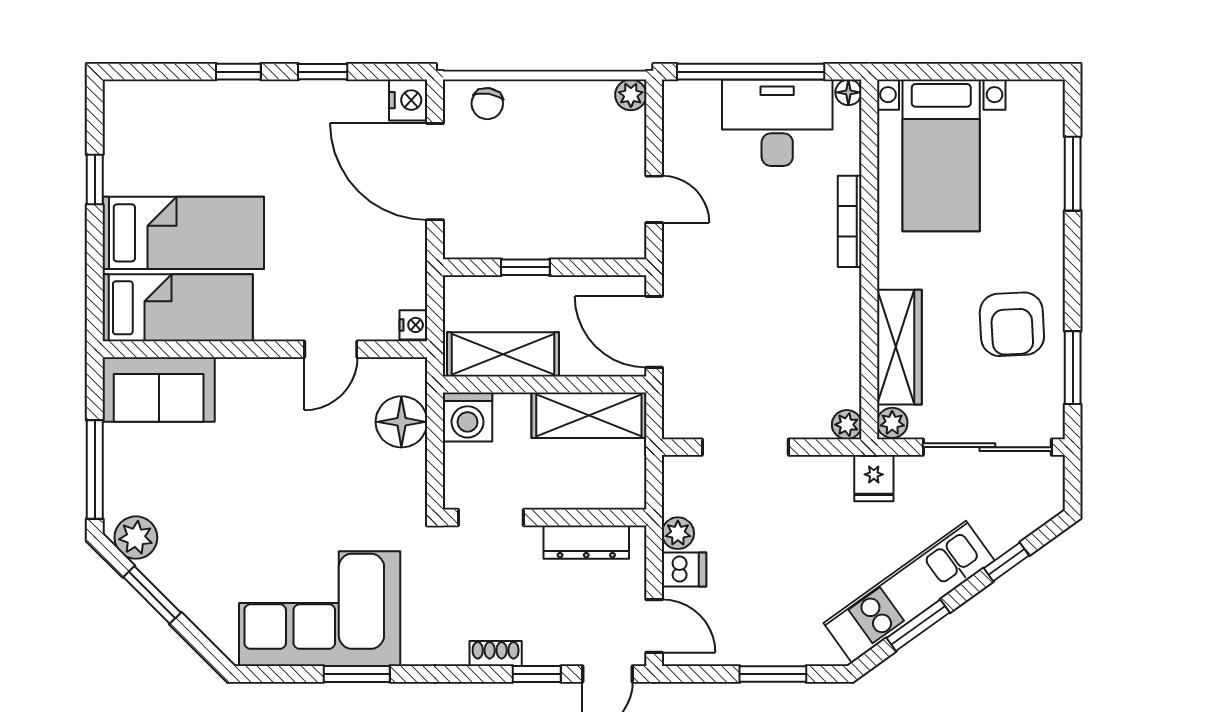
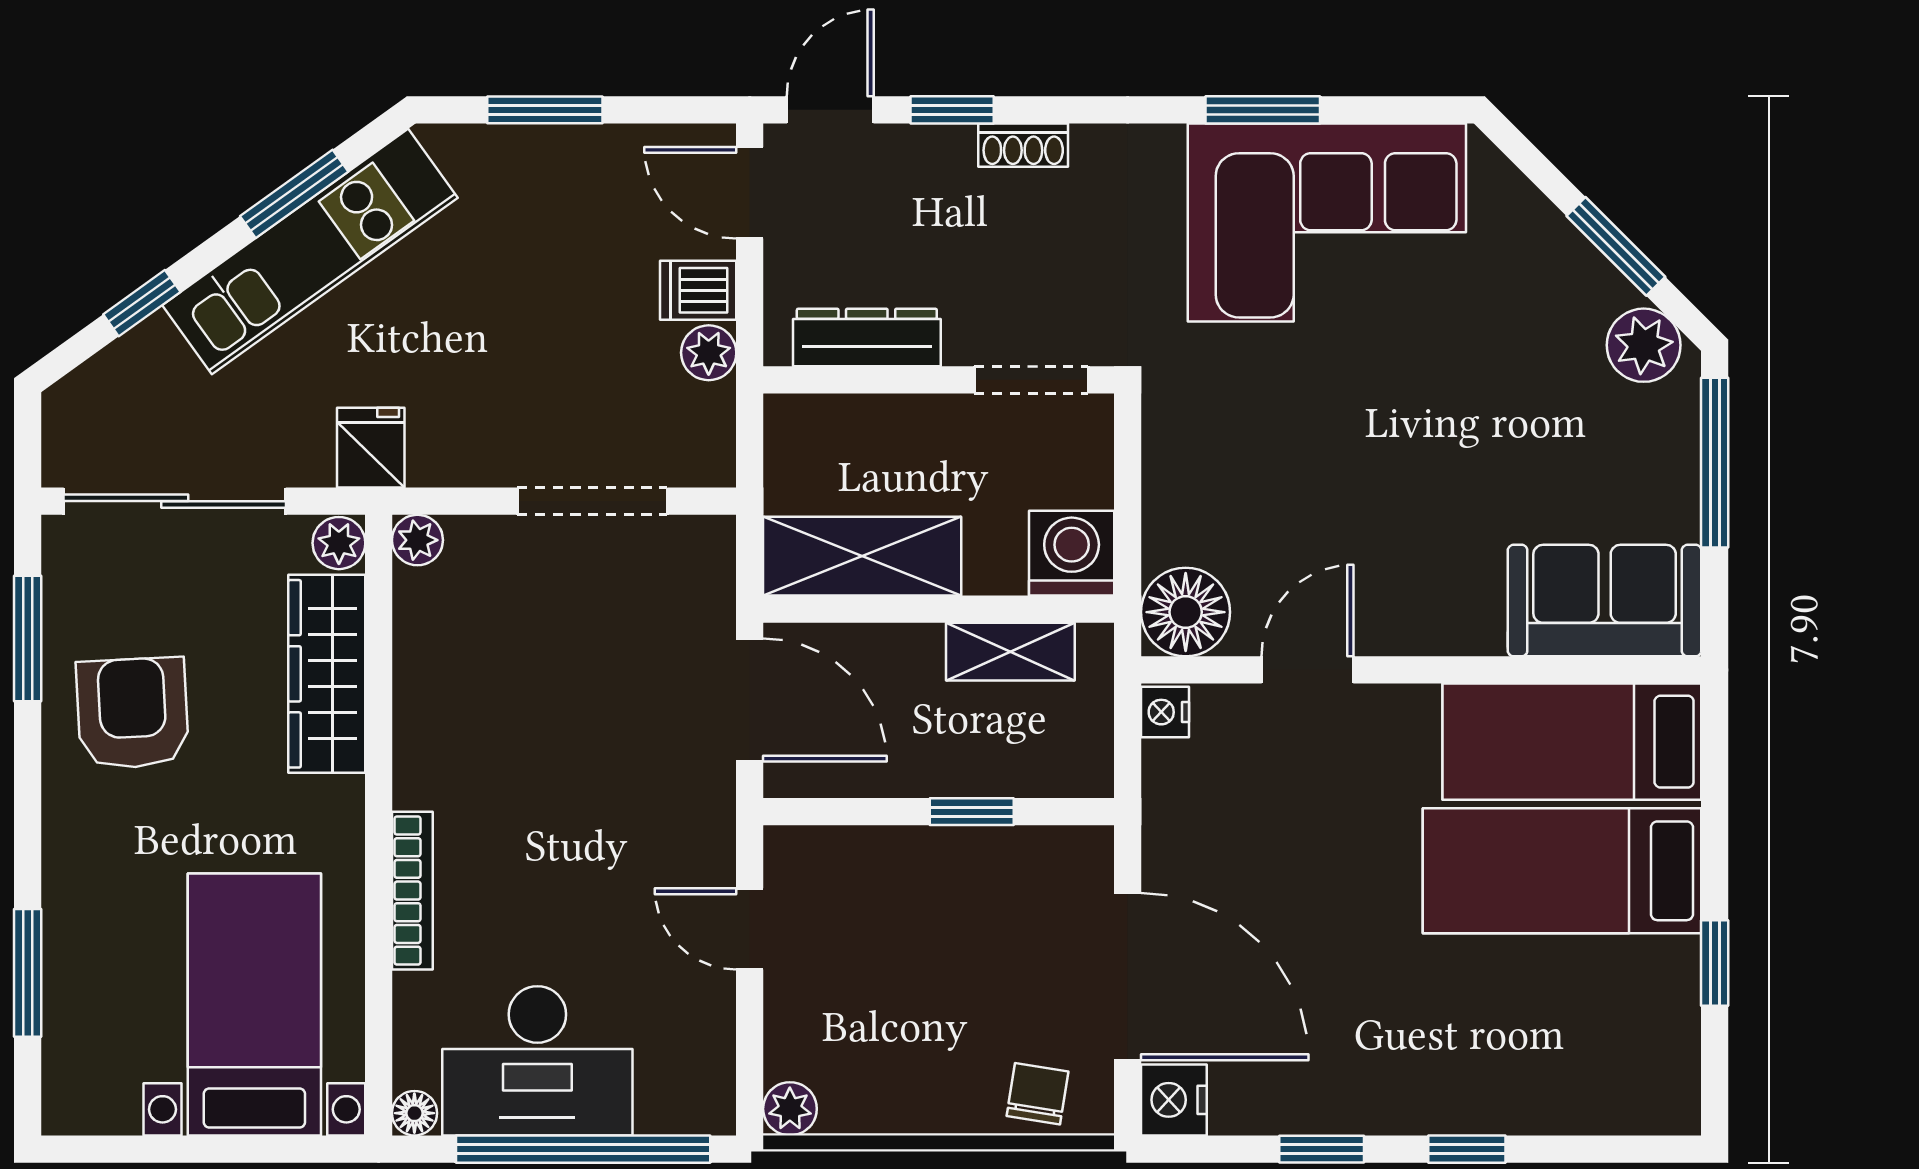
shelving: (503, 354) -> (1010, 652), width x0.67, depth x0.75
floor lamp: (401, 422) -> (1186, 612), moved

